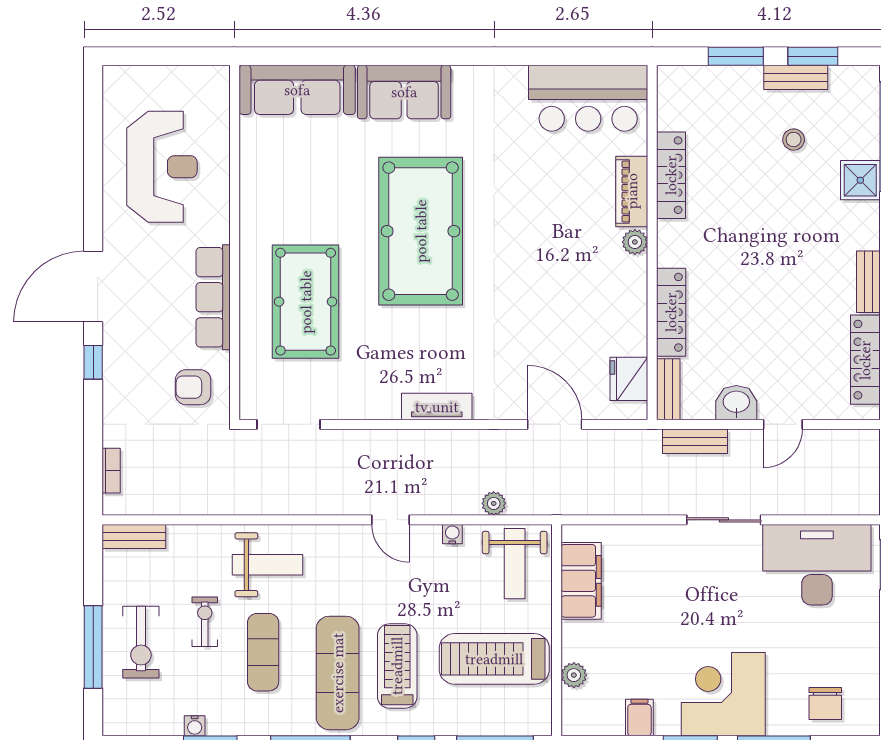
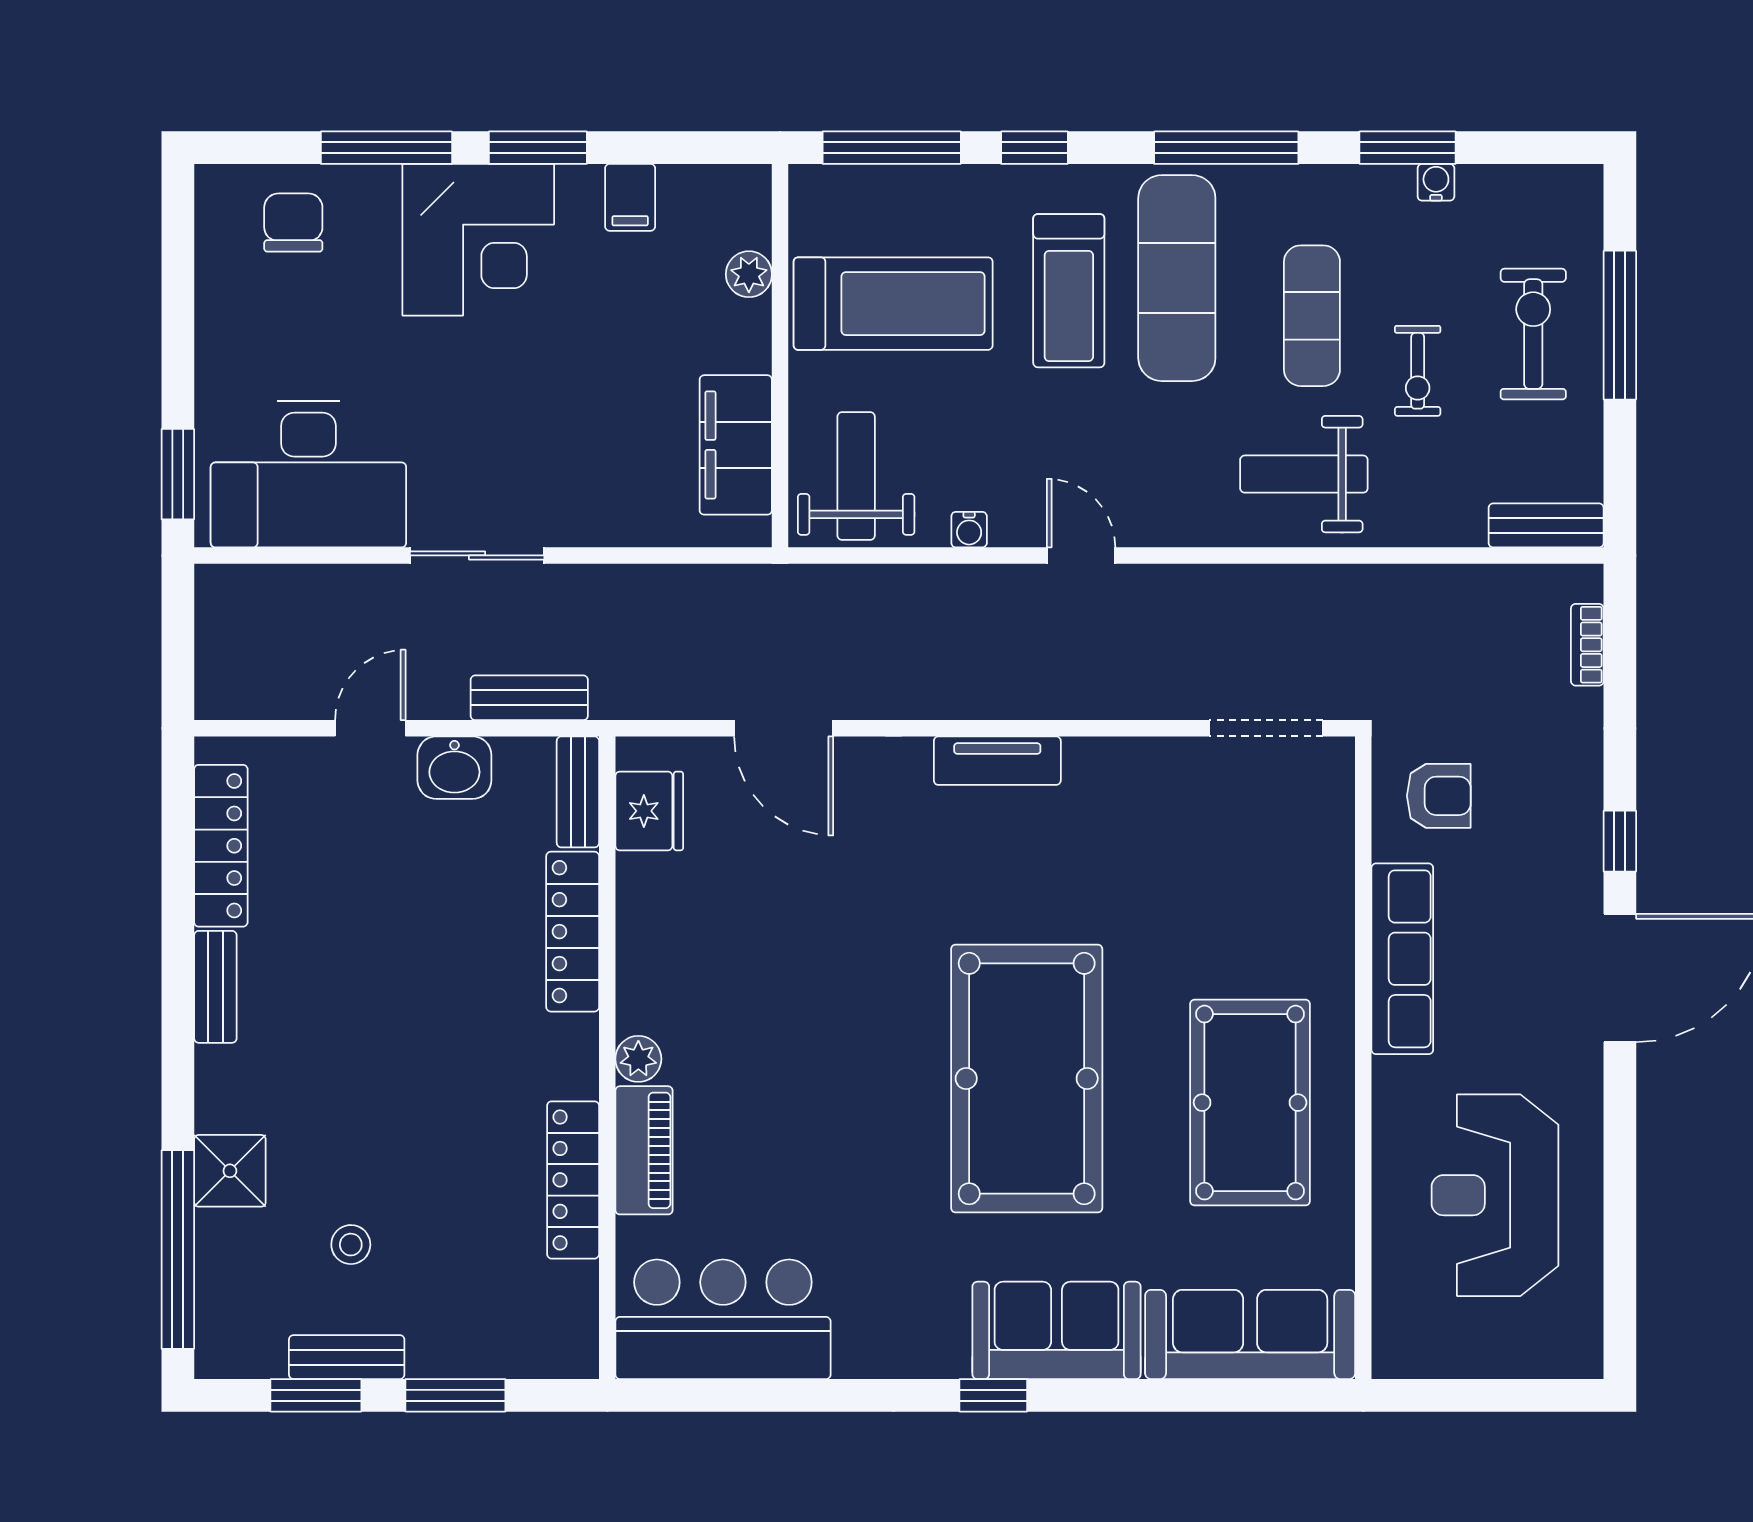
window: (439, 56) -> (993, 1395), added
pool table: (306, 302) -> (1250, 1103), moved
plant: (494, 503) -> (894, 585), removed

